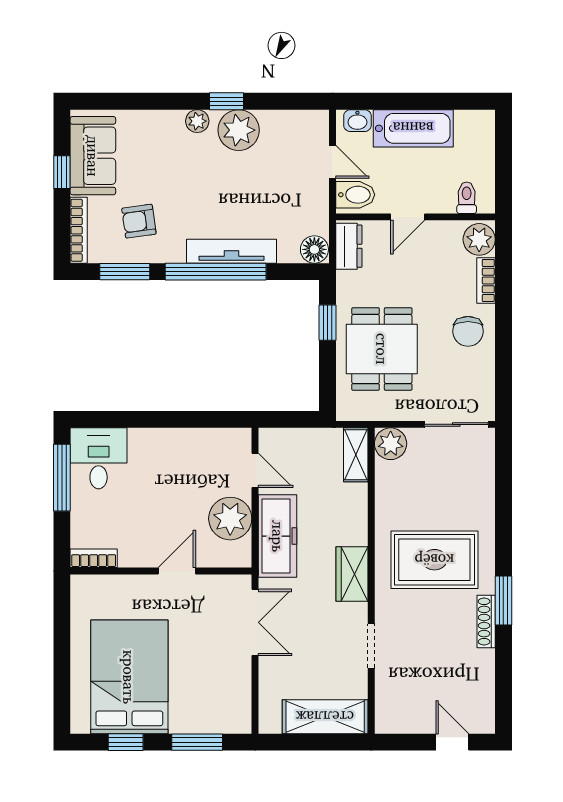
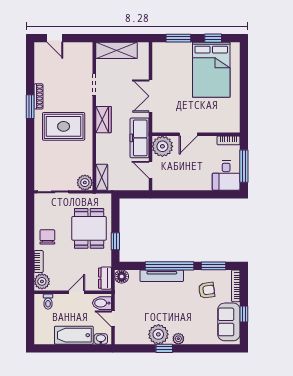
bookcase: (94, 558) -> (229, 140), moved
wall: (161, 571) -> (196, 134), moved
door: (177, 571) -> (188, 134), moved

